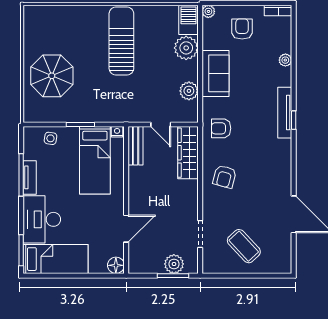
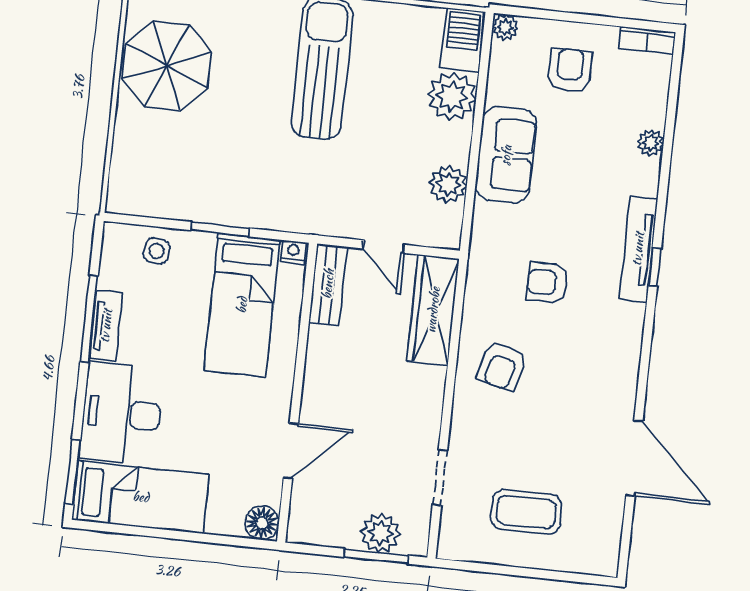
parasol: (52, 76) -> (167, 66), moved
armchair: (221, 128) -> (547, 283), moved
coffee table: (244, 246) -> (526, 512), turned -47

